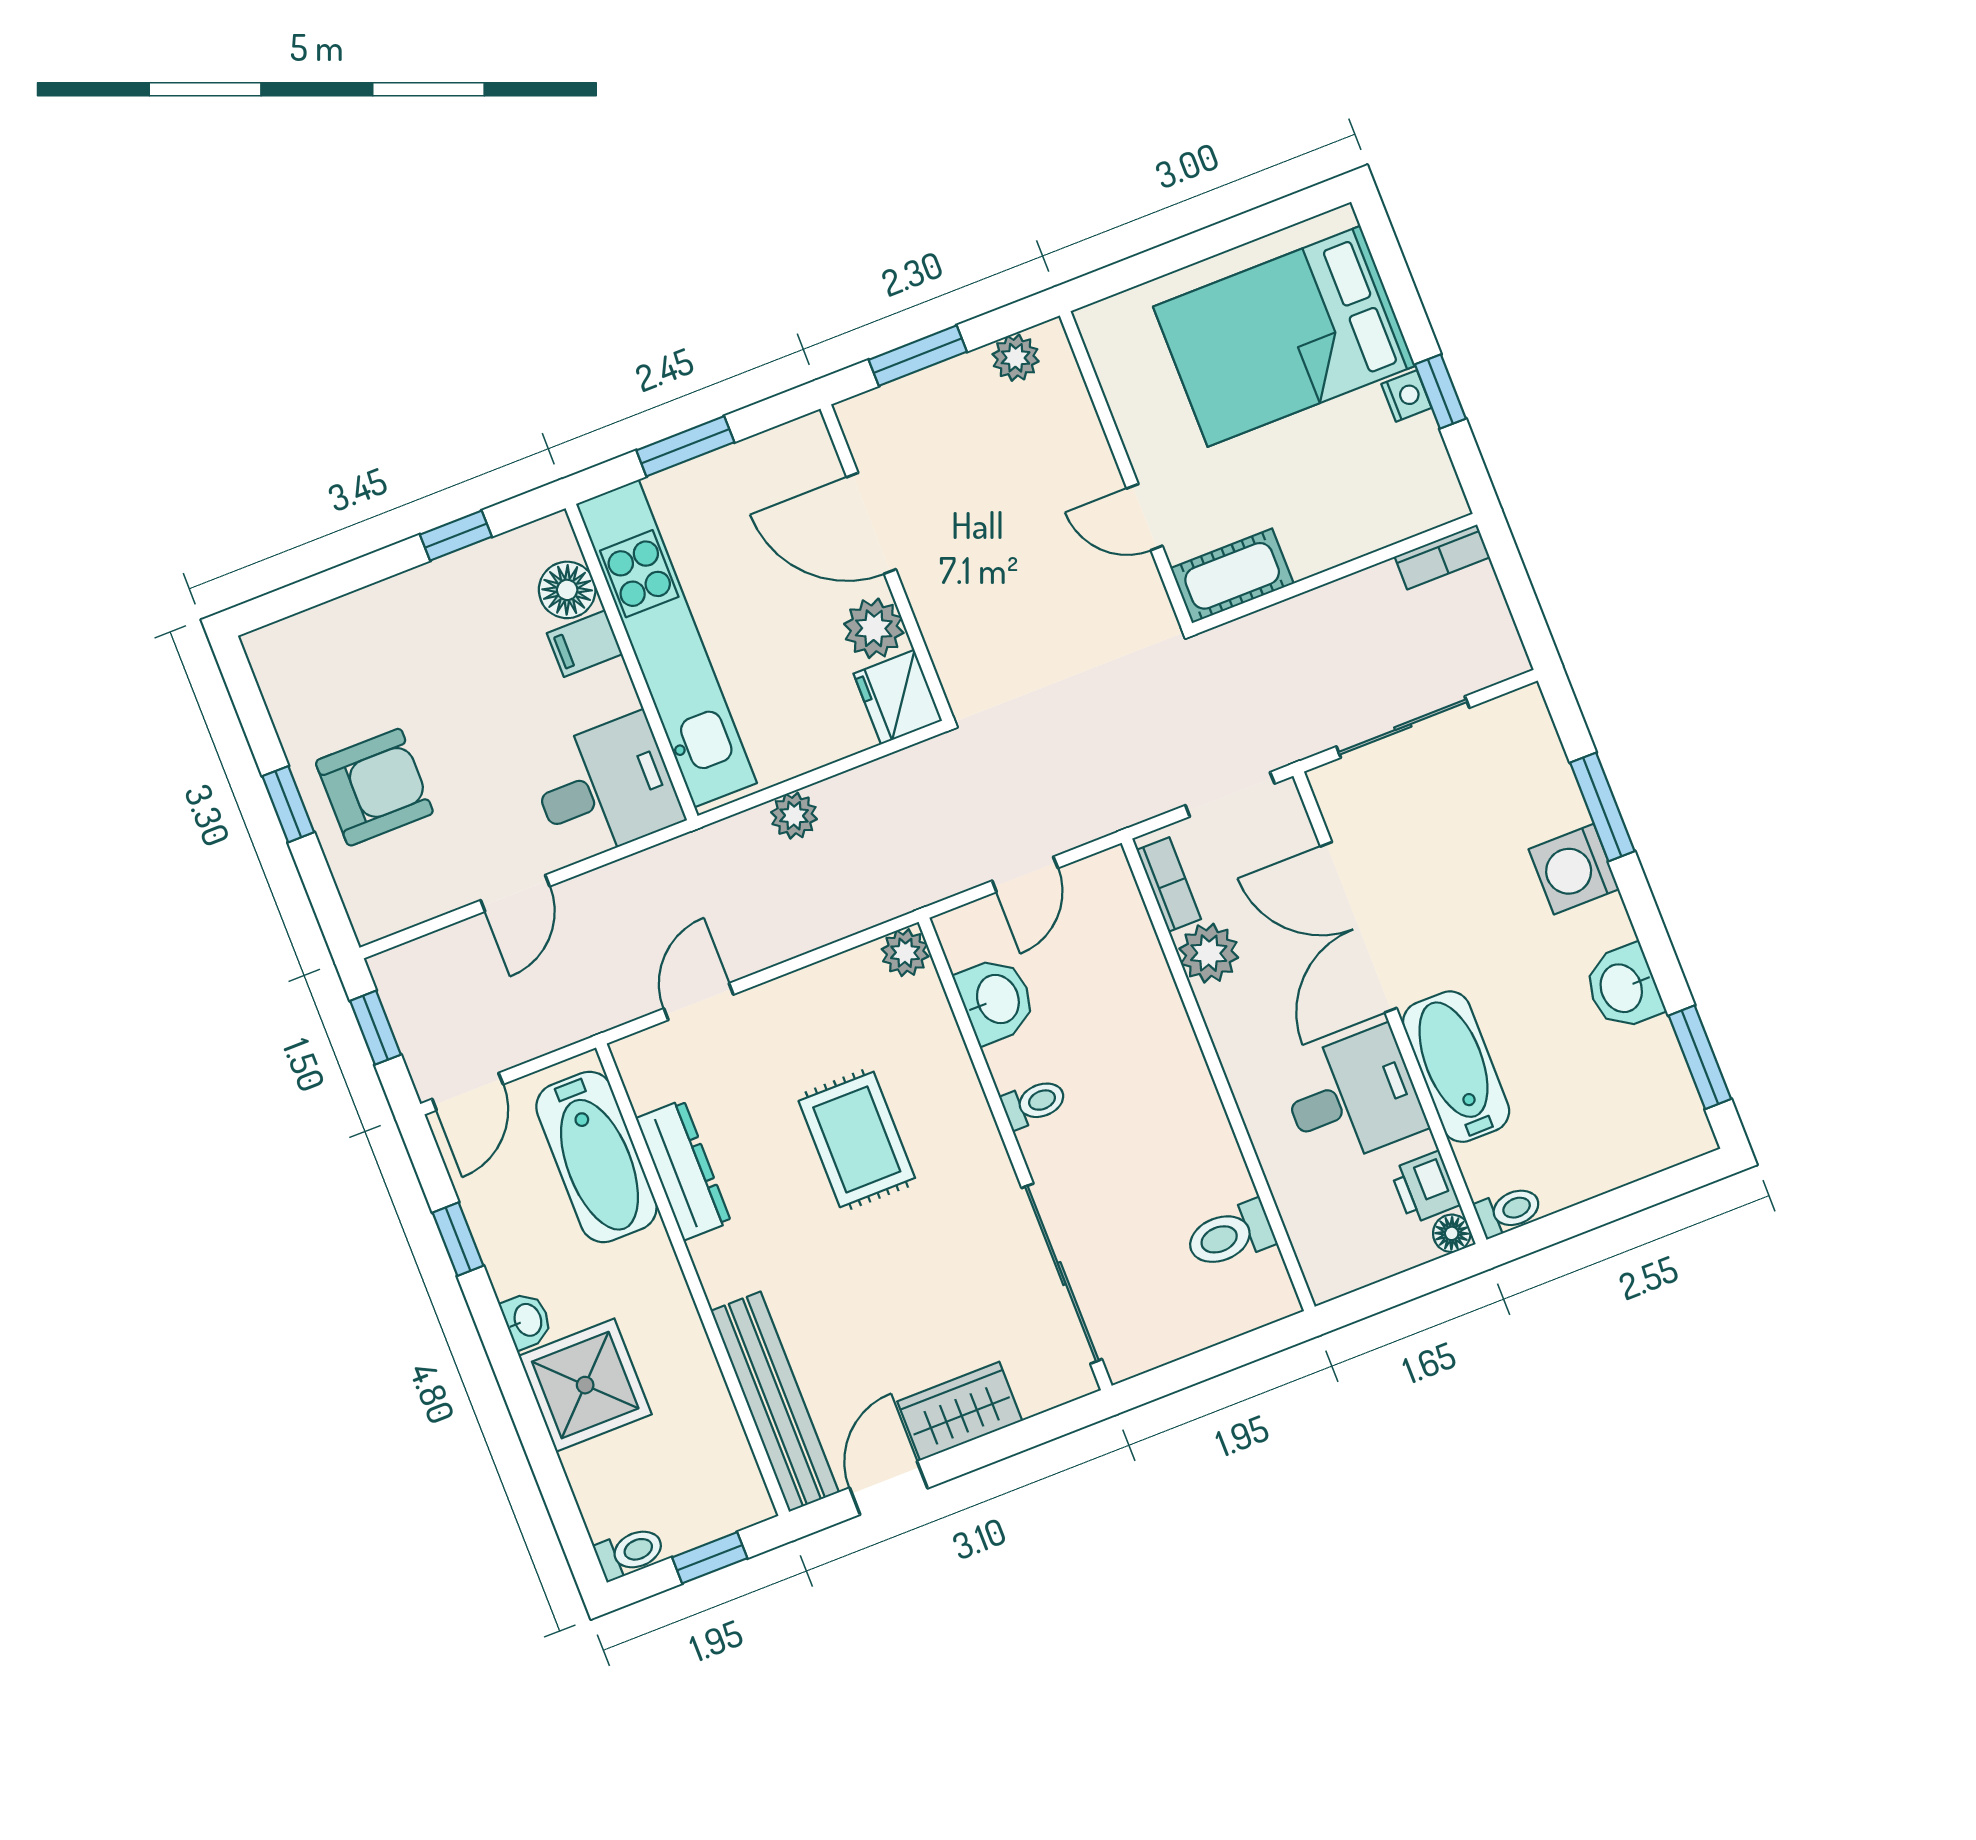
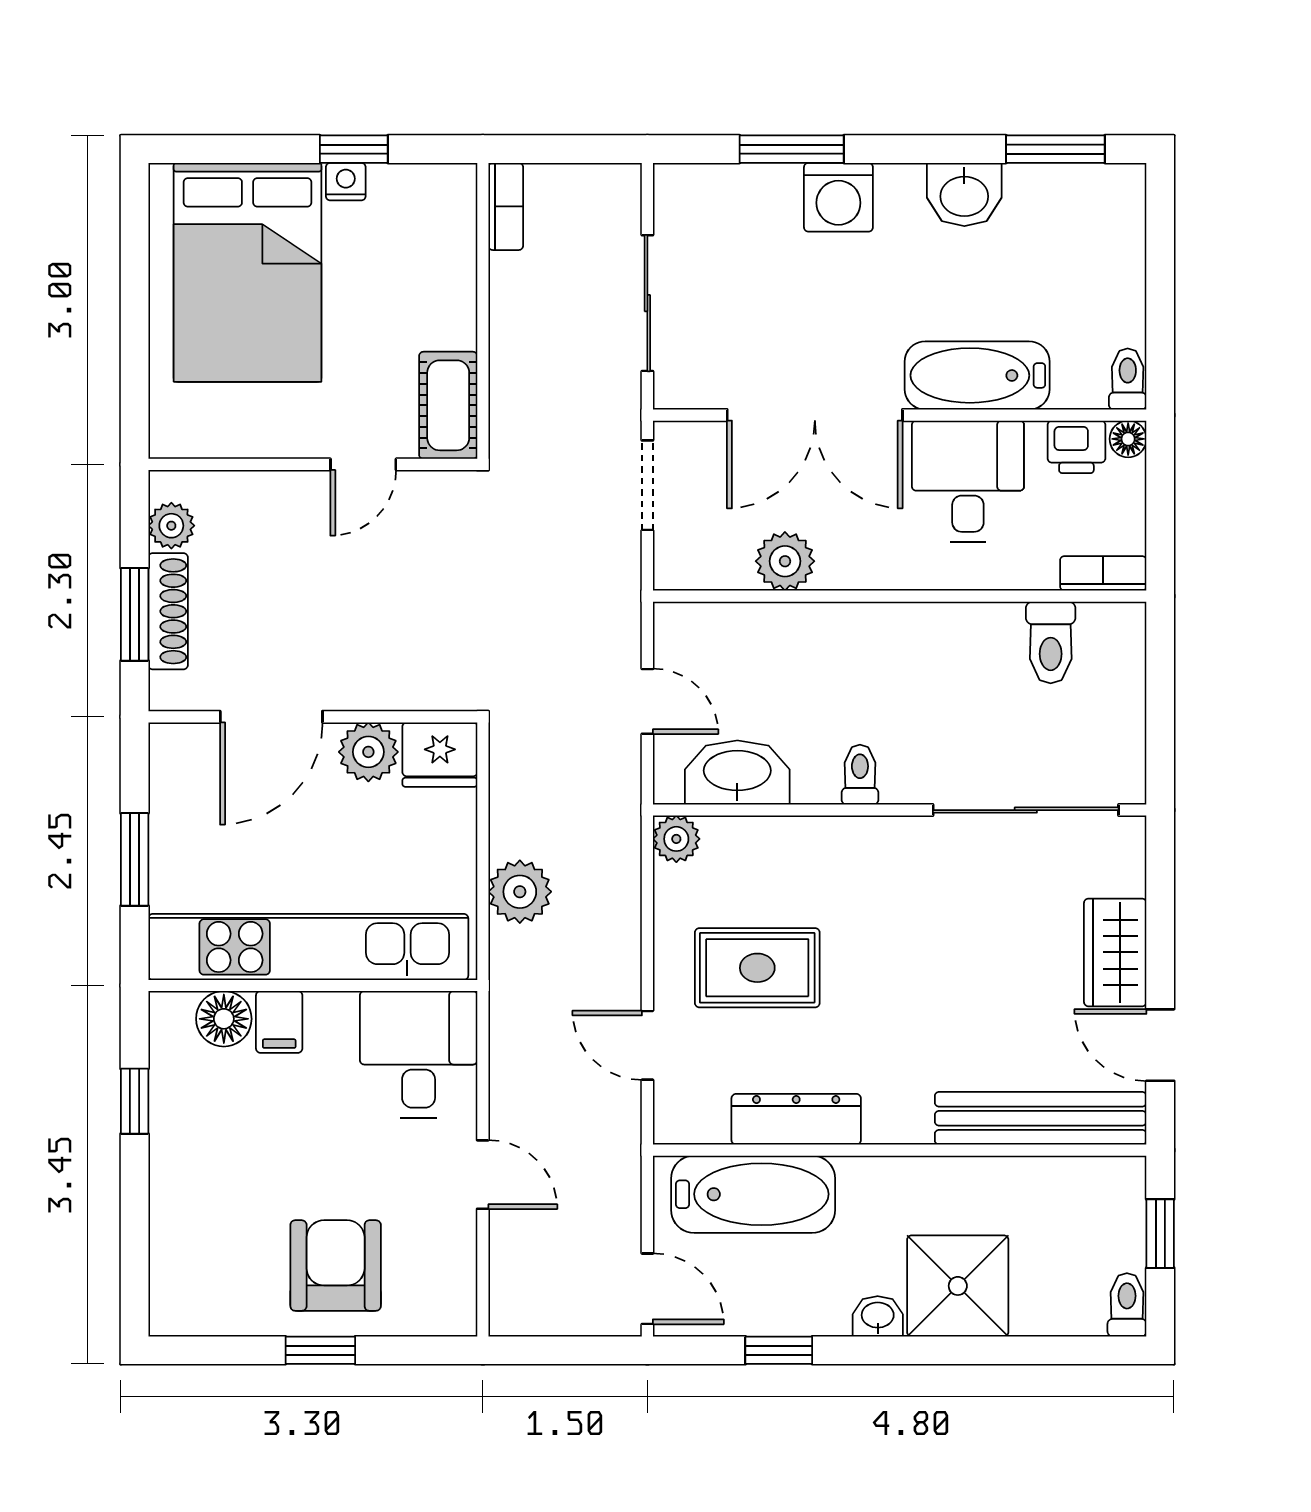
shoe rack: (933, 386) -> (168, 611), added
plant: (794, 816) -> (520, 892), width x1.38, depth x1.38
bookcase: (1169, 885) -> (1103, 573), moved
washbasin: (996, 1000) -> (737, 772), width x1.38
window: (376, 1028) -> (556, 1350), removed
rug: (857, 1139) -> (757, 968), moved

